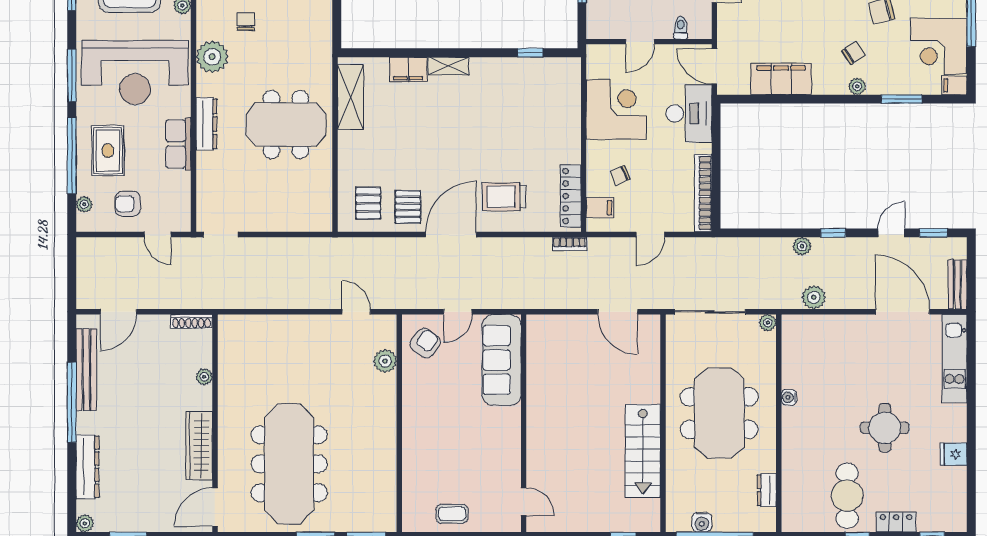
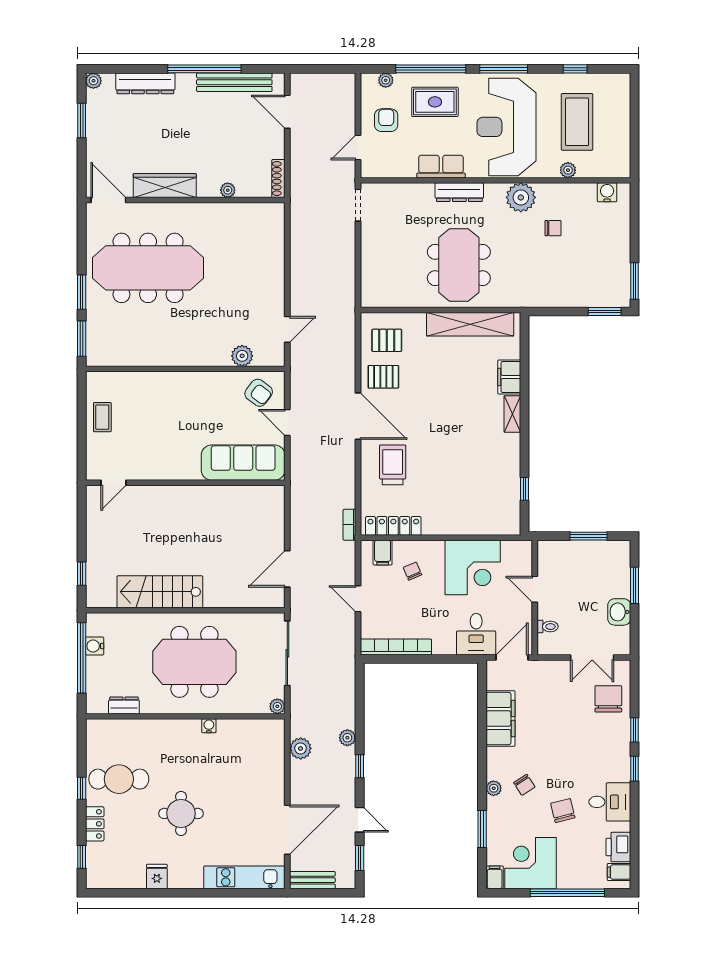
shelving: (350, 97) -> (470, 324), width x1.47
desk: (689, 113) -> (476, 634), width x0.73

